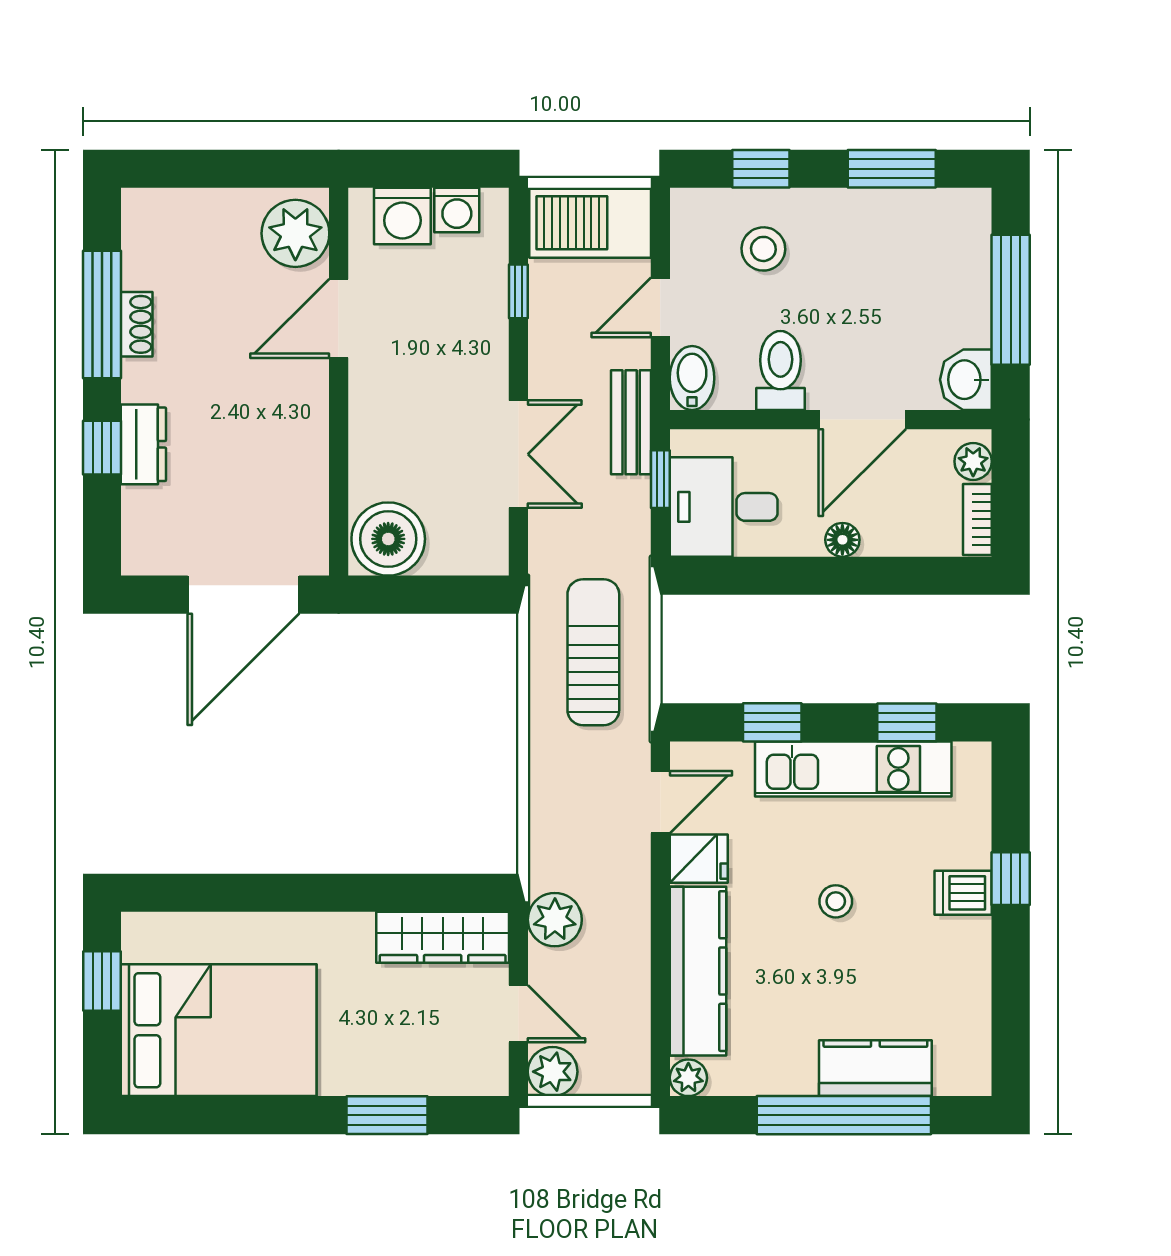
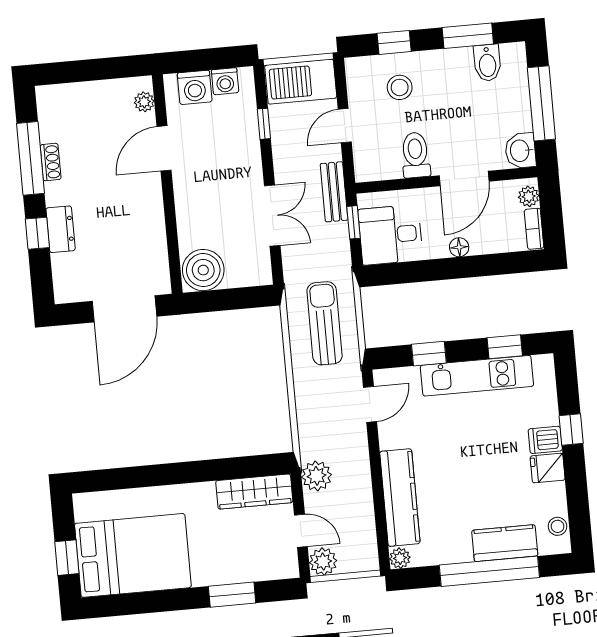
plant: (295, 233) -> (144, 102), width x0.53, depth x0.53
bidet: (692, 378) -> (487, 63), moved, turned 180
fridge: (699, 859) -> (548, 468), moved, turned 180
stool: (836, 901) -> (558, 526), moved
window: (102, 981) -> (67, 558), moved

